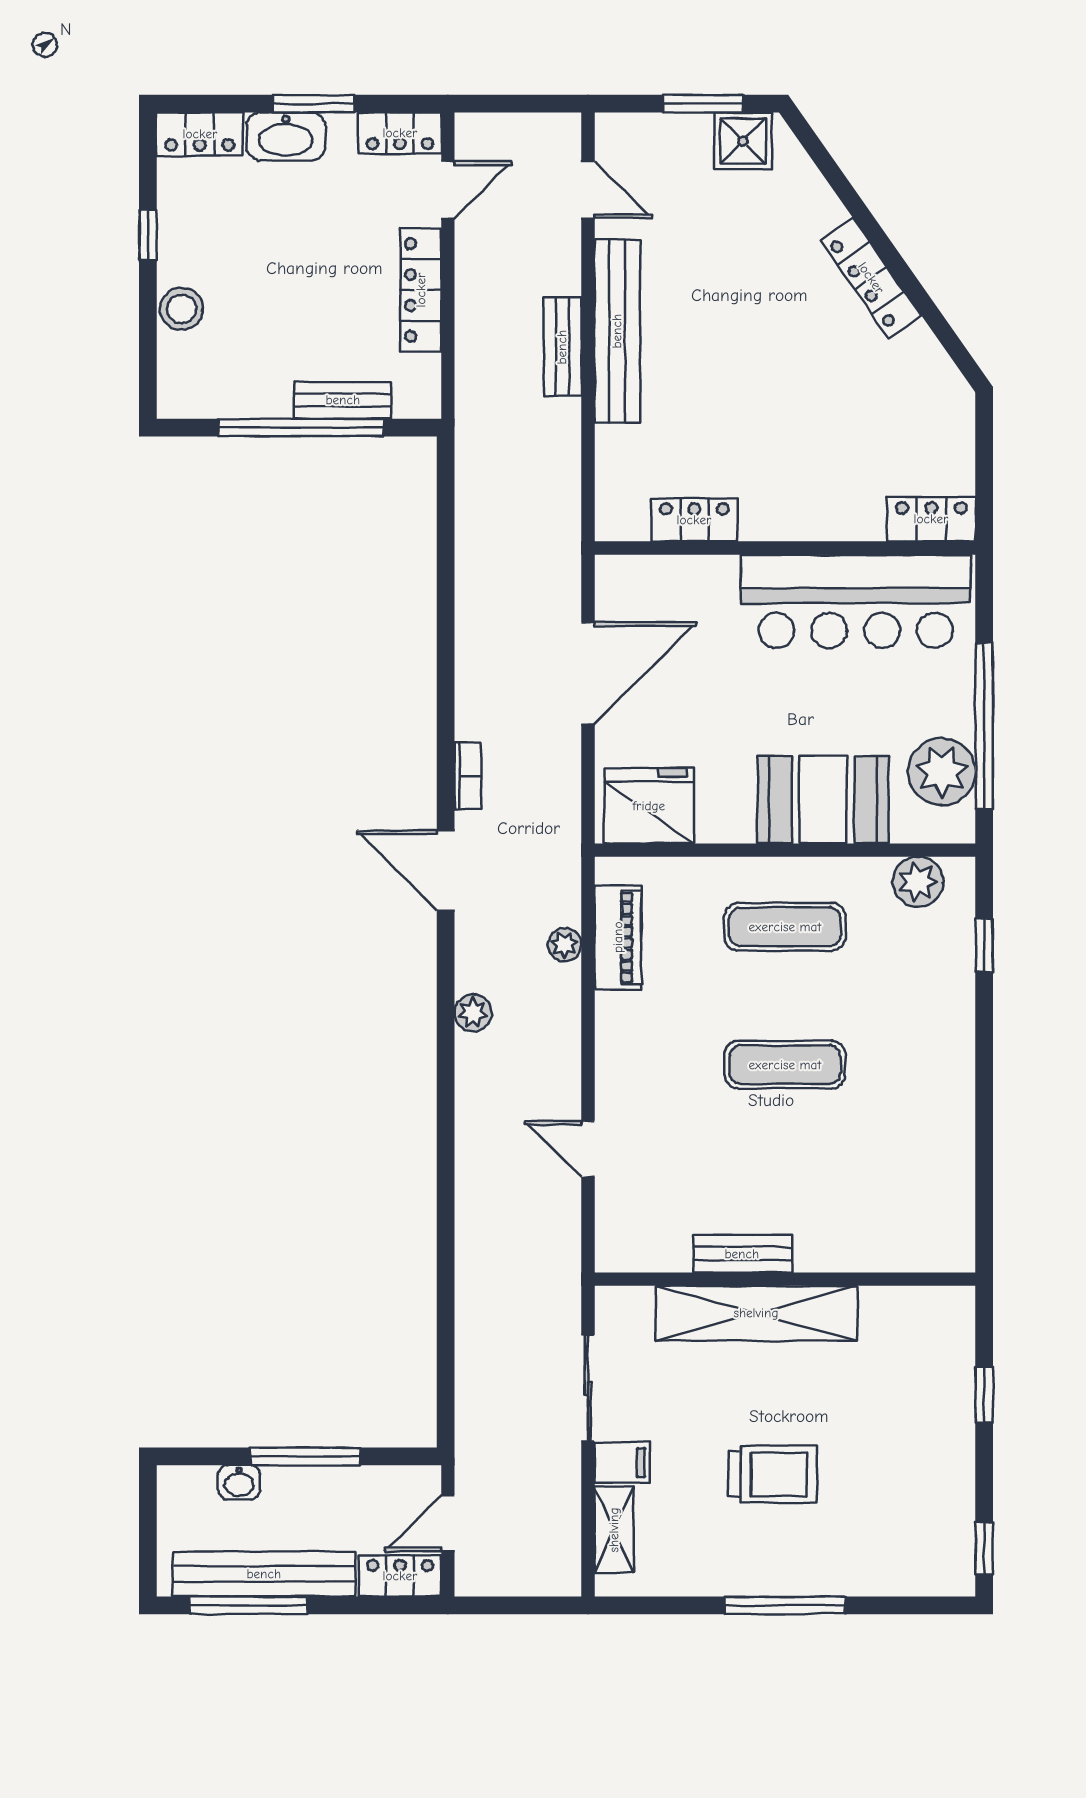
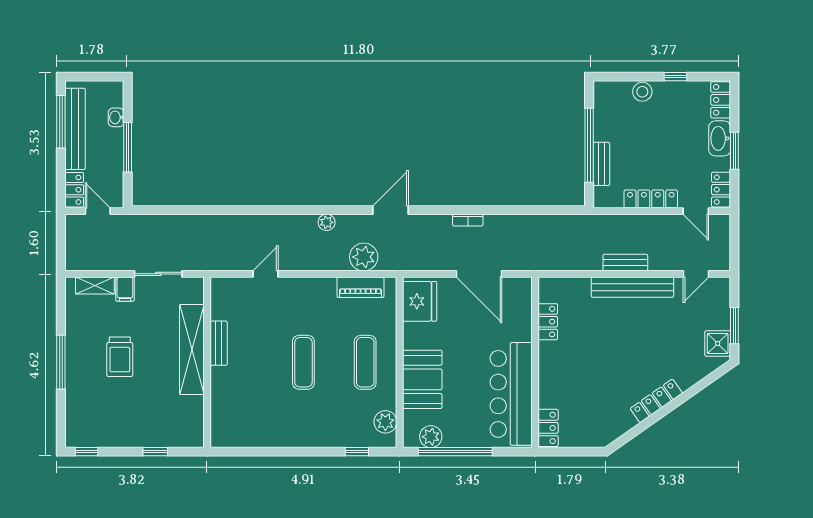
plant: (942, 772) -> (431, 437), width x0.73, depth x0.73
bookcase: (468, 776) -> (468, 220), moved
plant: (565, 945) -> (364, 257), width x1.87, depth x1.87

